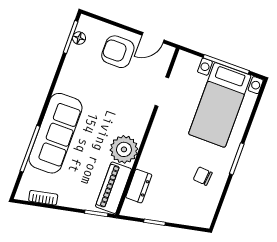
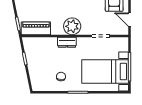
plant: (124, 149) -> (72, 26), moved
dresser: (139, 186) -> (67, 42), moved

